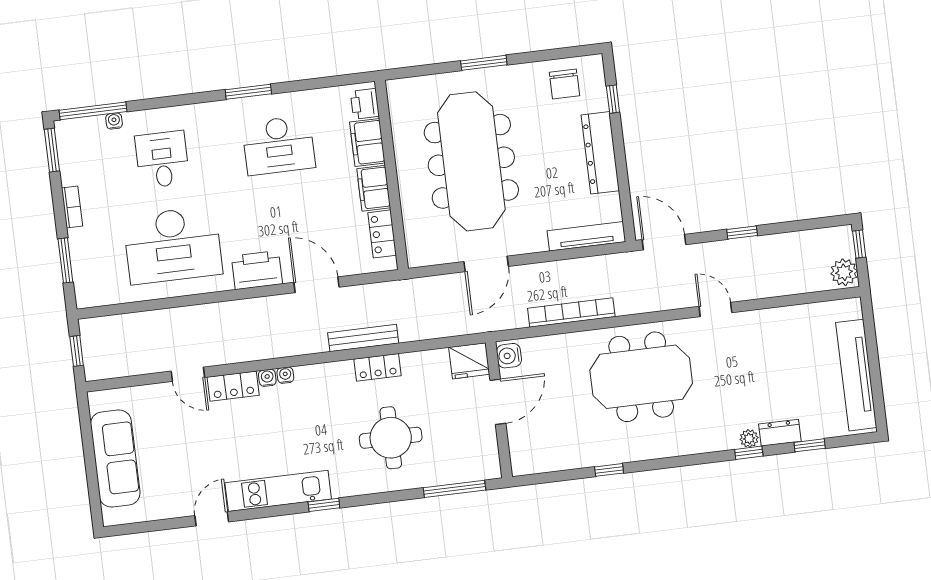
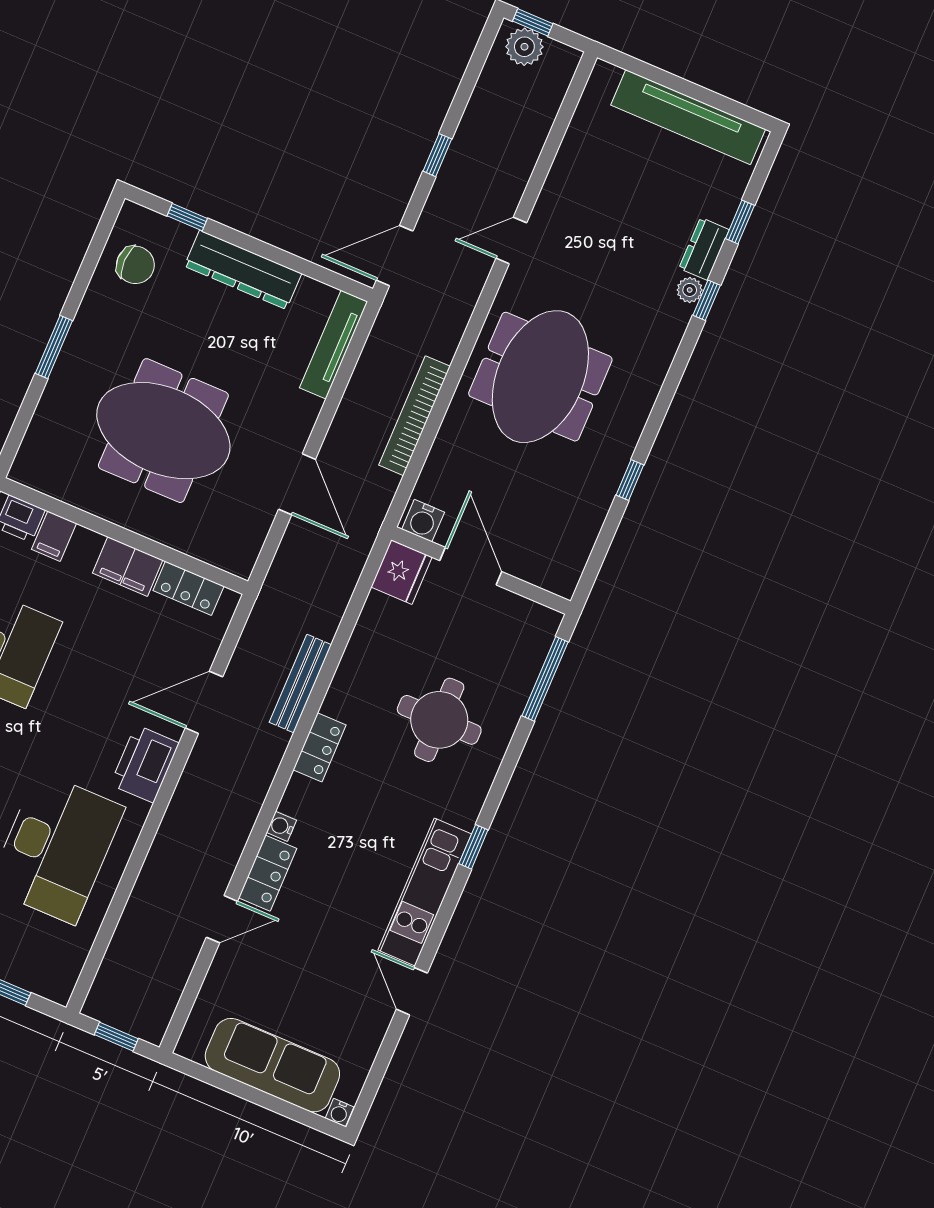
filing cabinet: (367, 142) -> (54, 536), width x0.50
meeting table: (471, 161) -> (163, 431), width x0.73
plant: (844, 272) -> (524, 47), moved
locker: (377, 367) -> (320, 747), moved
water cooler: (285, 375) -> (339, 1113), moved, turned -90

